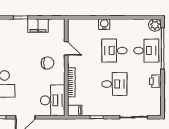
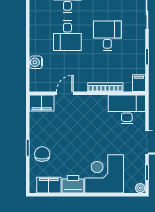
water cooler: (104, 24) -> (36, 62), moved
filing cabinet: (38, 26) -> (42, 103), moved, turned 90
chair: (48, 63) -> (42, 154), moved

